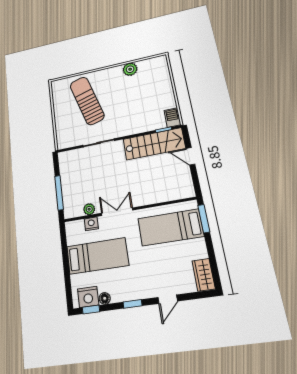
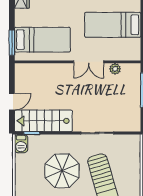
parasol: (127, 101) -> (62, 171), added
door: (191, 156) -> (12, 102), hinge flipped
nightstand: (91, 224) -> (115, 55), removed

